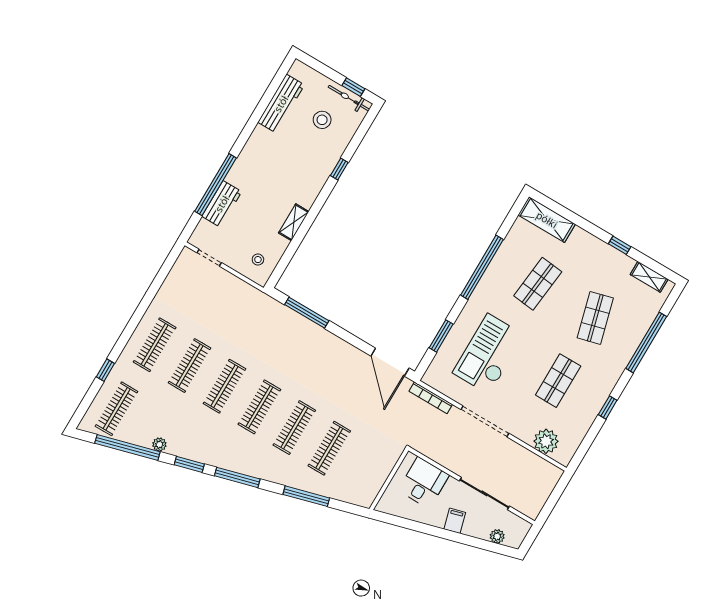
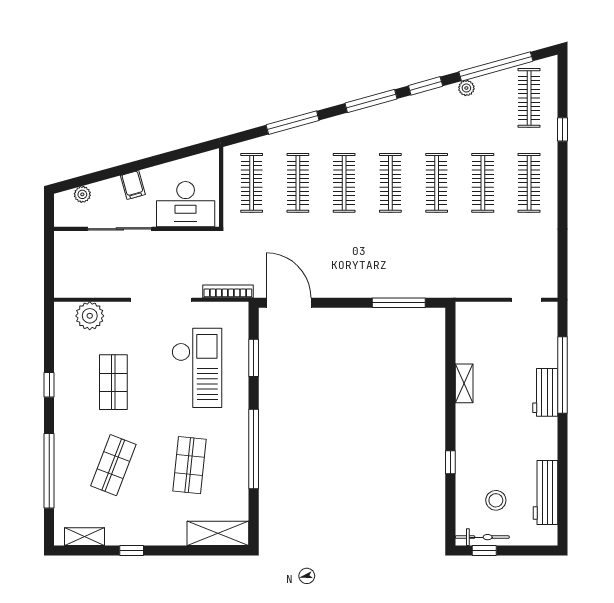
workbench: (222, 204) -> (545, 392), moved
stool: (258, 260) -> (477, 326), removed
shop shelf: (595, 318) -> (113, 465), turned 36
clothes rail: (364, 469) -> (252, 183), added
desk: (424, 483) -> (186, 204), width x1.37

